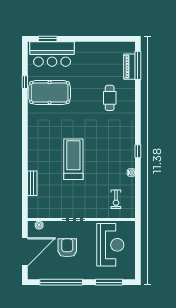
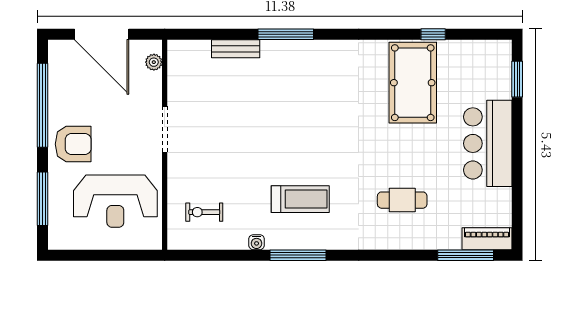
bar counter: (52, 54) -> (488, 143), moved
piano: (130, 67) -> (487, 239), moved
window: (138, 151) -> (298, 255), width x2.17
window: (25, 158) -> (286, 34), added
treadmill: (73, 159) -> (300, 199), moved, width x0.73, depth x0.73
armchair: (67, 248) -> (73, 144), moved

